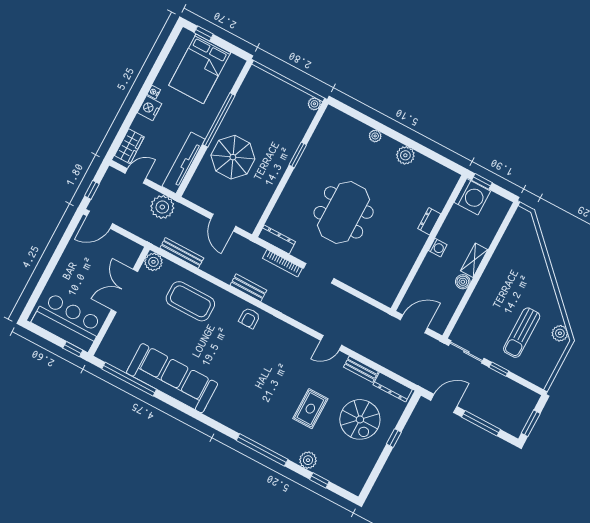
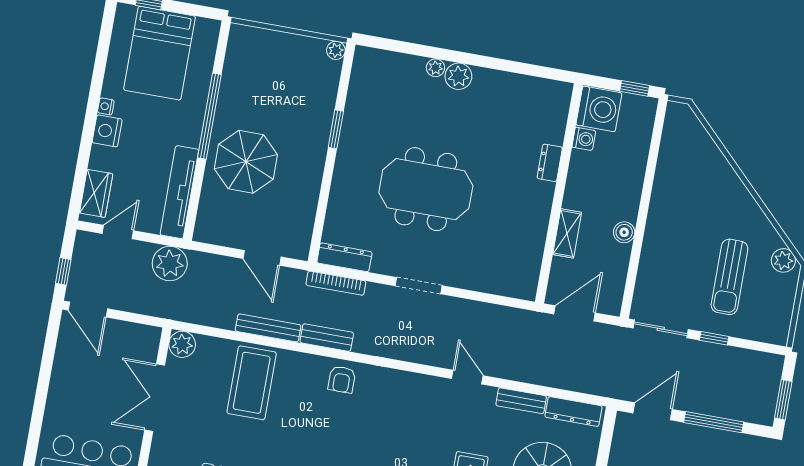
plant: (405, 155) -> (458, 76), moved
window: (482, 181) -> (635, 88), moved
meeting table: (344, 212) -> (426, 189), turned 90
door: (100, 220) -> (88, 310), hinge flipped
washing machine: (438, 248) -> (584, 139), moved
bench: (182, 253) -> (268, 328), moved
shelving: (474, 260) -> (567, 233), moved
bookcase: (282, 263) -> (336, 283), moved
coffee table: (190, 301) -> (252, 383), turned 90
door: (331, 343) -> (467, 377), swing flipped

